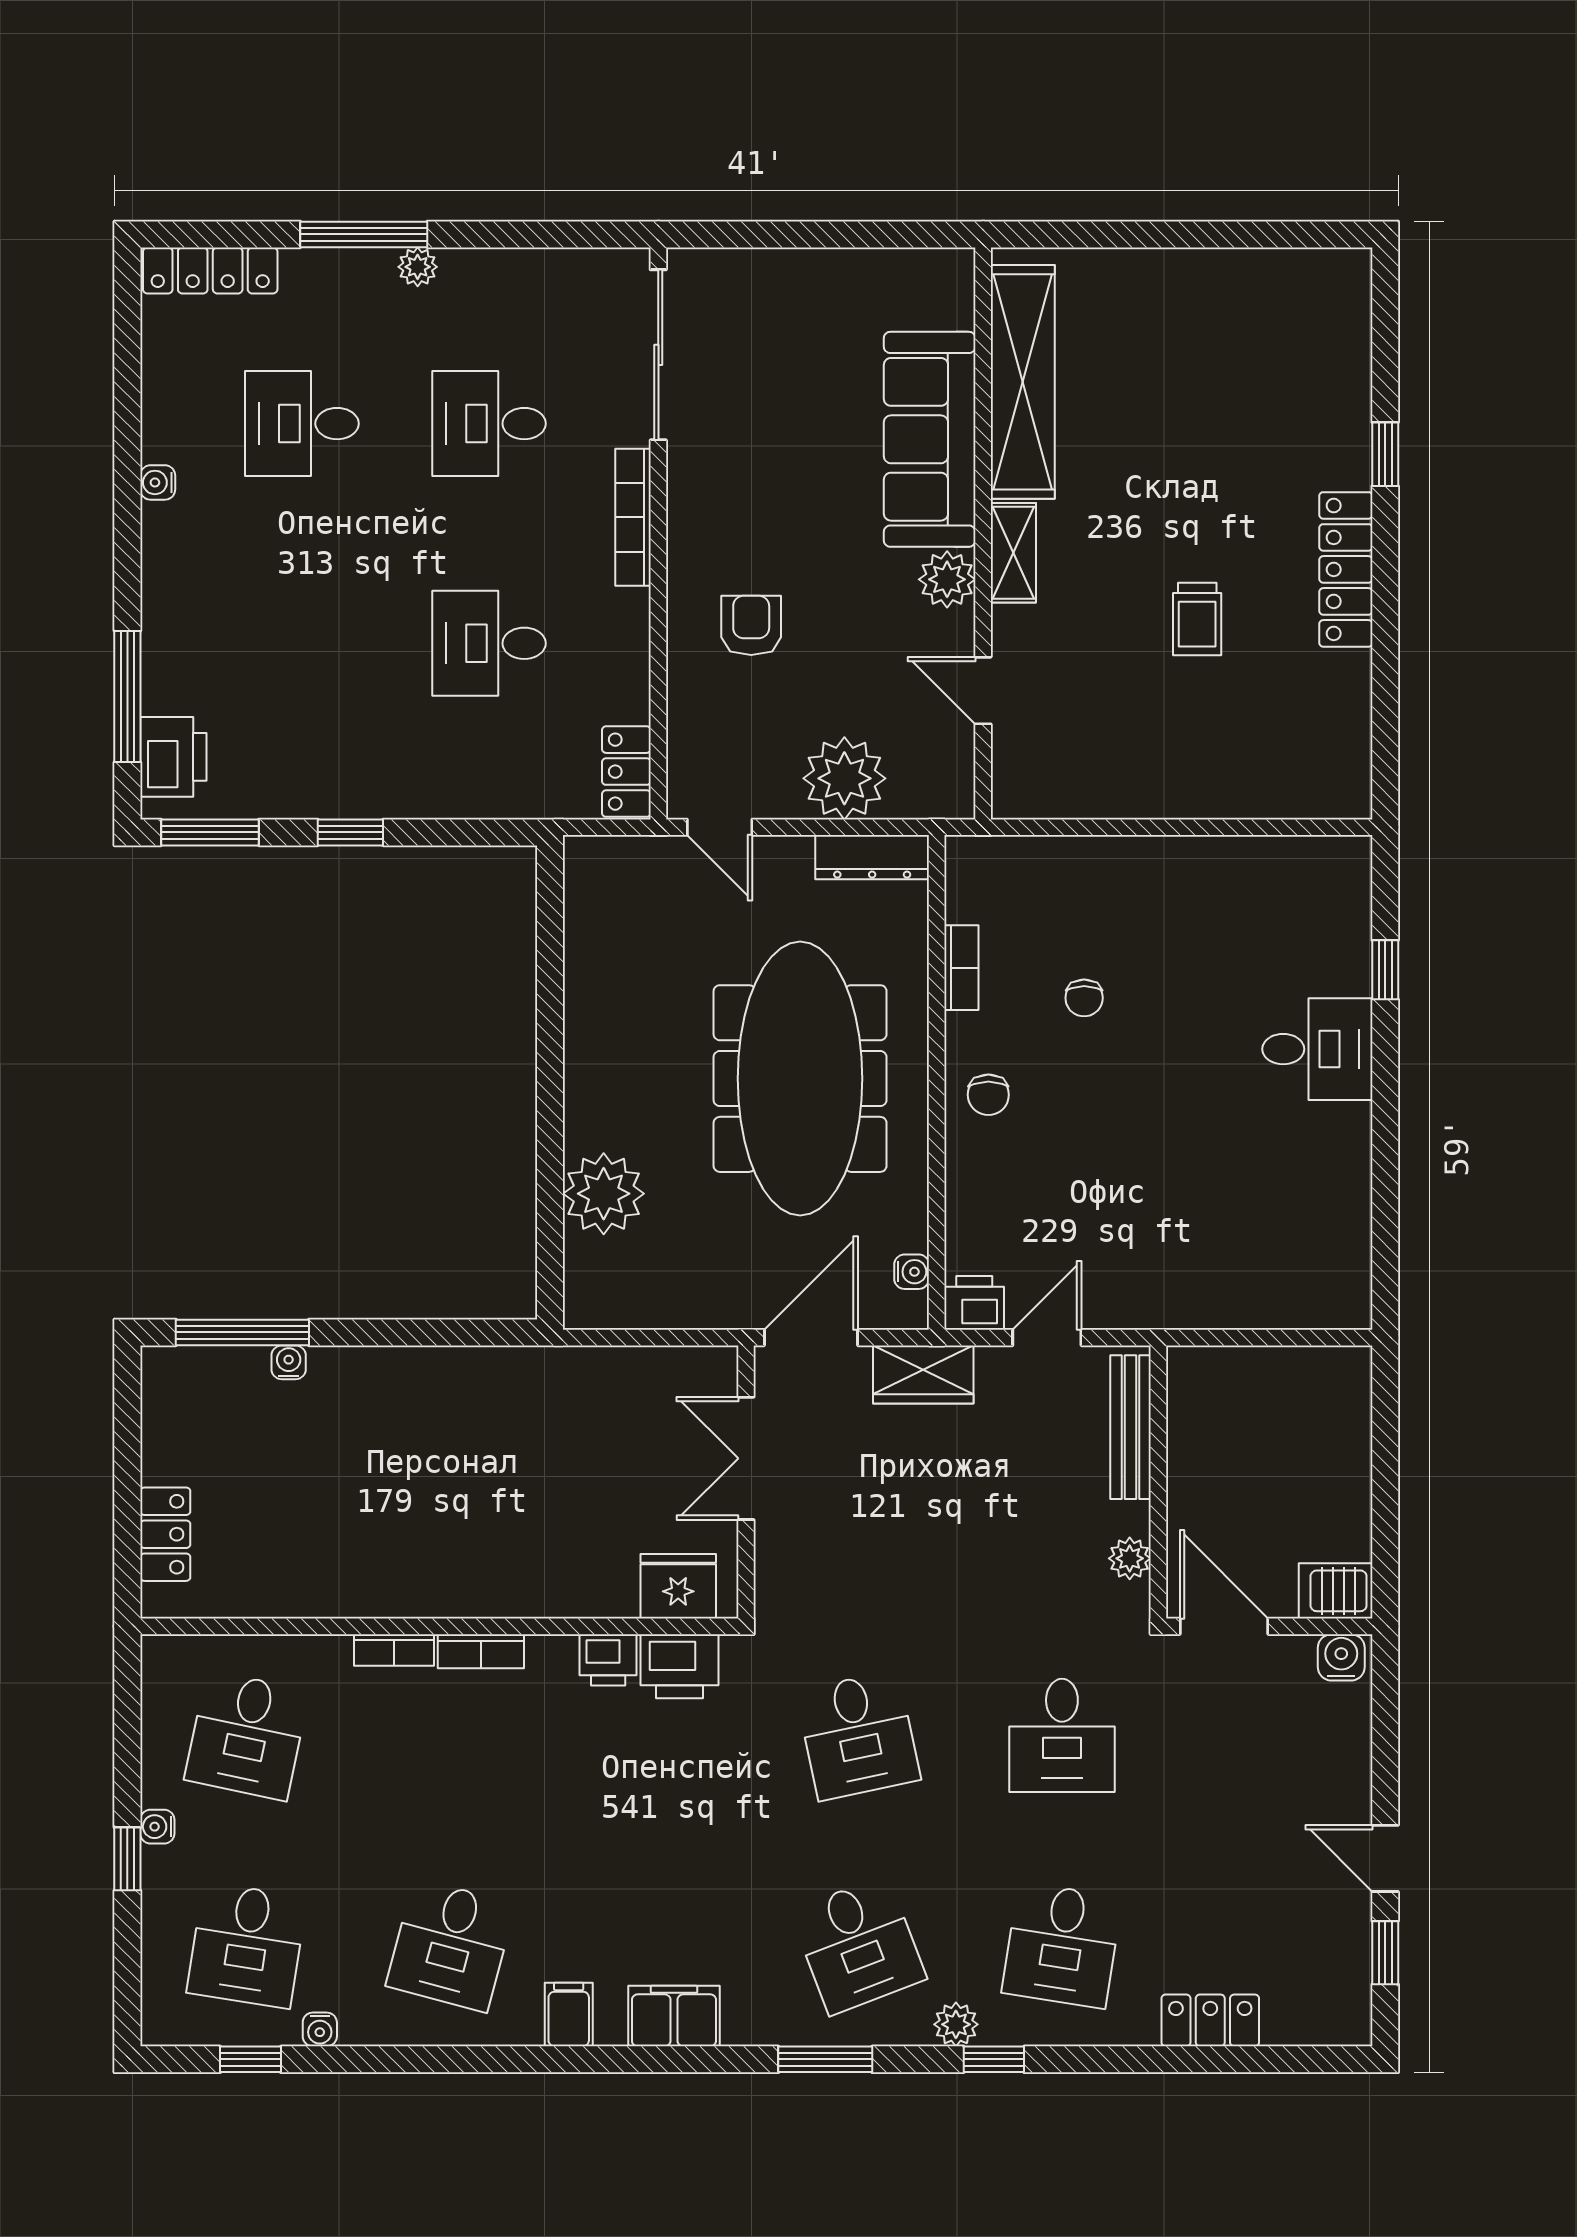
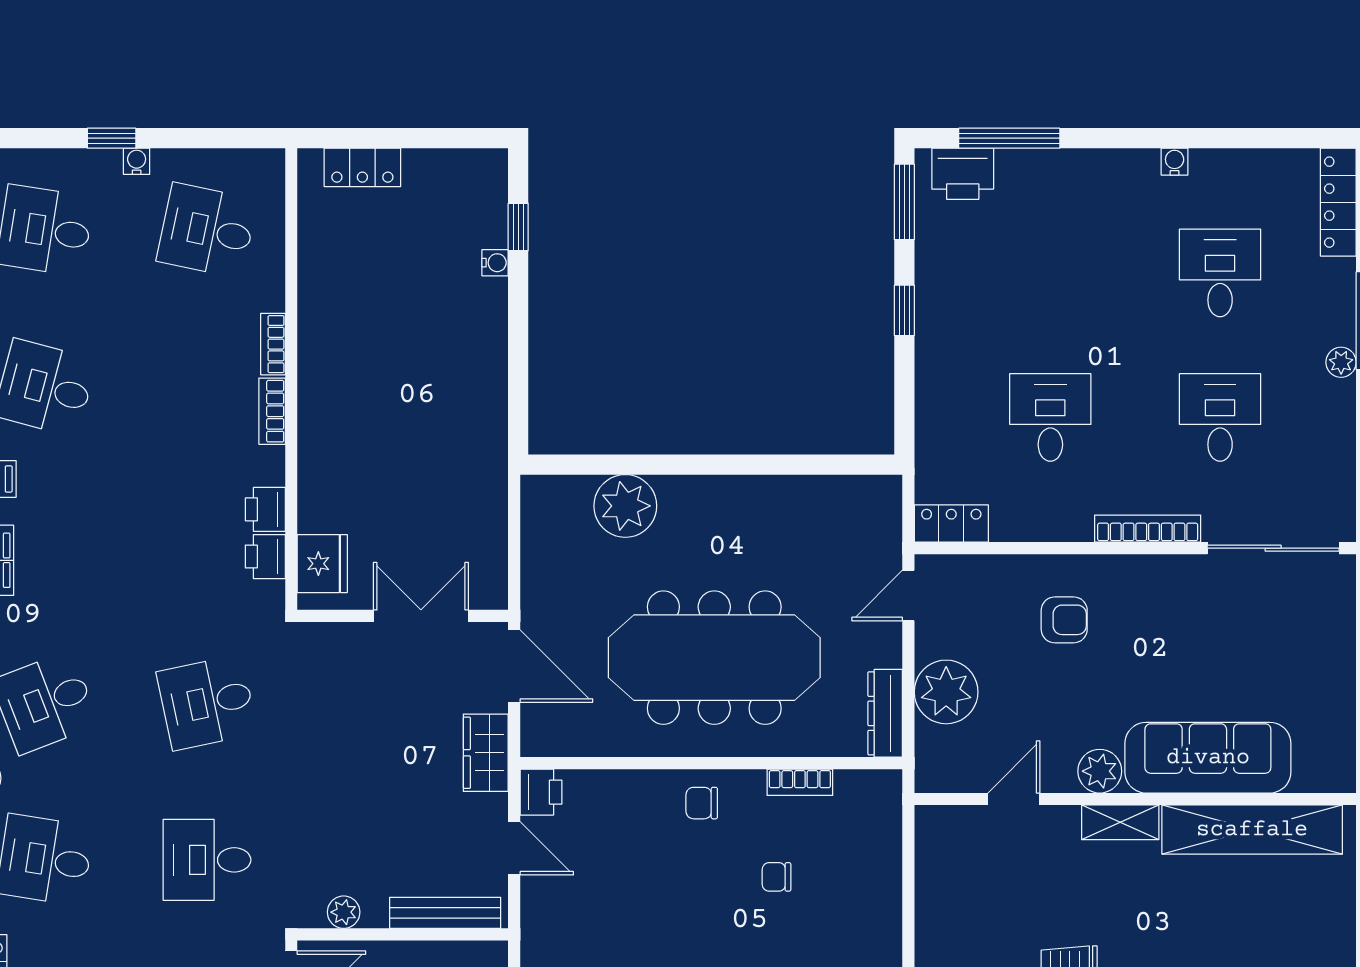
water cooler: (912, 1272) -> (565, 744), removed
window: (242, 1332) -> (518, 227), width x0.46
printer: (680, 1666) -> (265, 557), width x0.73, depth x0.81

